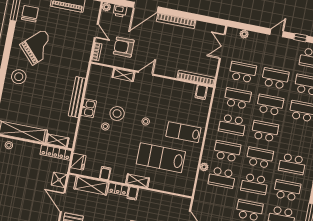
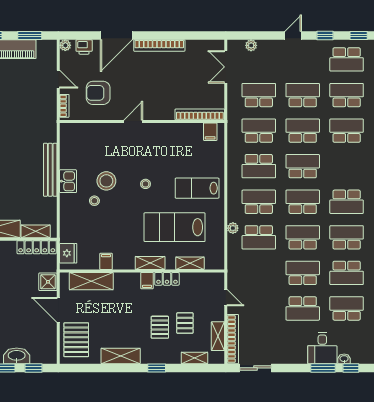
shelving: (123, 75) -> (190, 263), moved
school desk: (254, 184) -> (303, 237), turned 180
locker: (118, 189) -> (167, 279), moved

